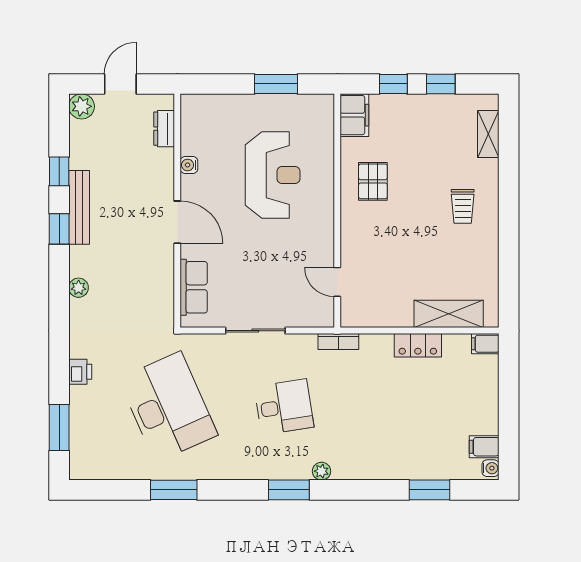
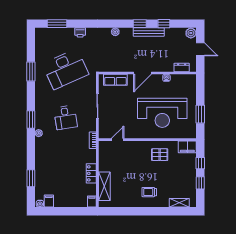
reception desk: (273, 175) -> (162, 113), width x1.36, depth x1.30

